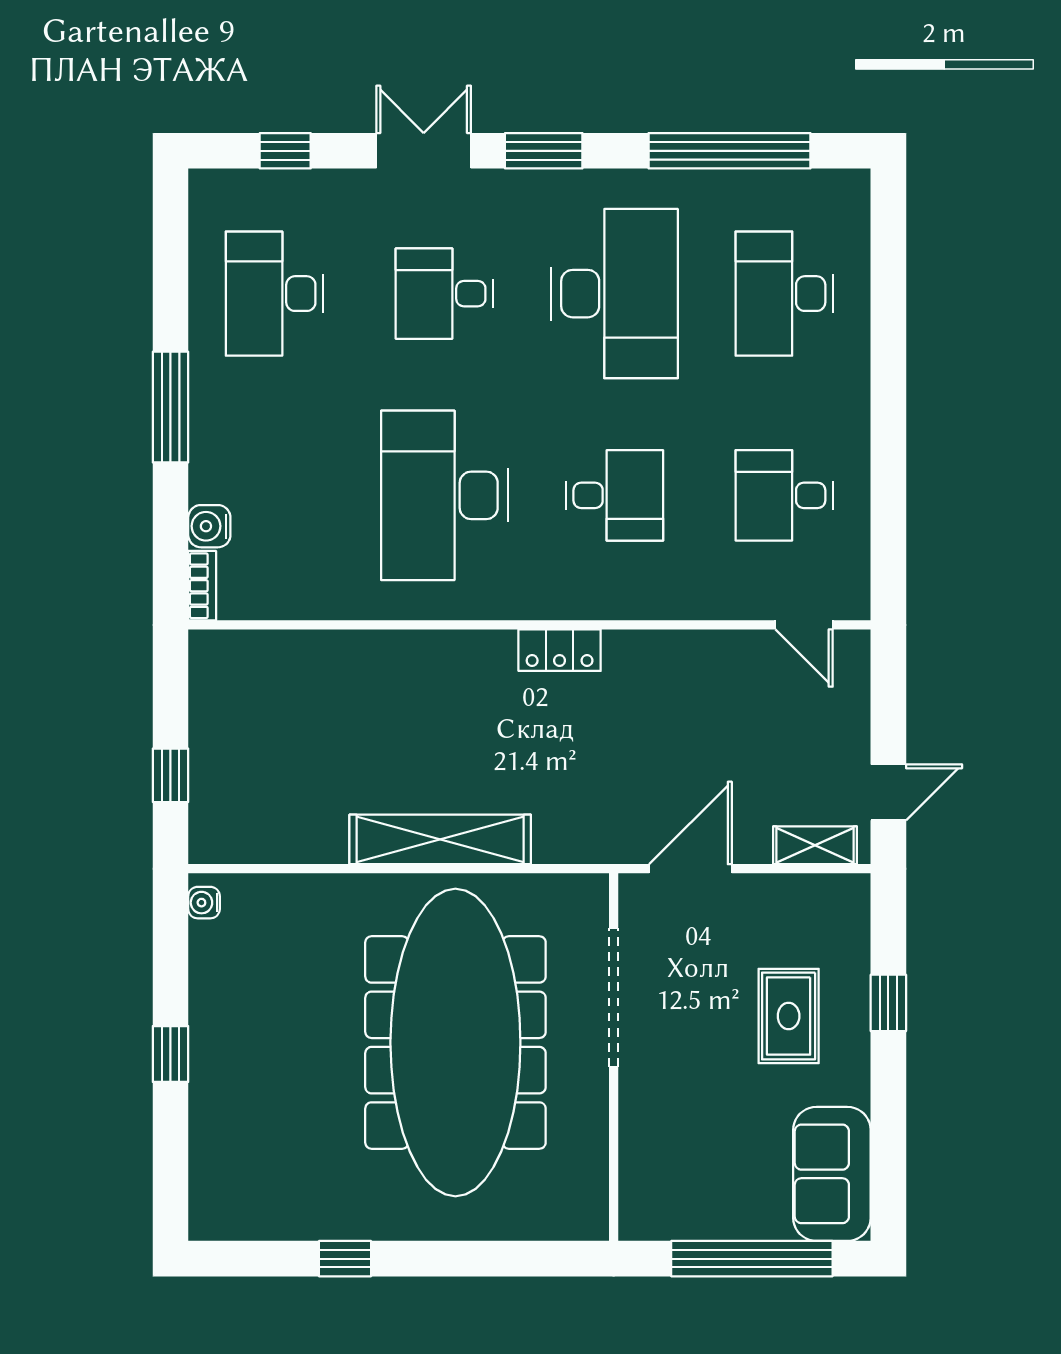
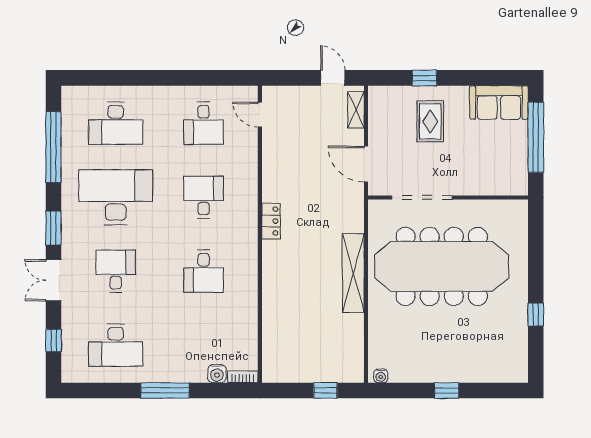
desk: (444, 294) -> (116, 271), turned 180
desk: (444, 495) -> (203, 271), width x0.53, depth x0.77
door: (804, 625) -> (260, 115), swing flipped
rug: (789, 1016) -> (430, 121), turned 90

